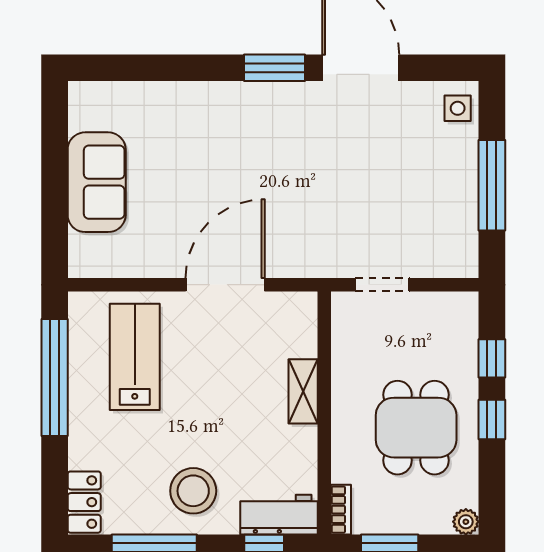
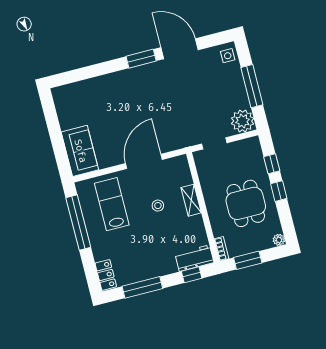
sofa: (97, 182) -> (80, 151), moved
plant: (454, 253) -> (243, 121), added
stool: (193, 491) -> (158, 206), moved, width x0.53, depth x0.53

